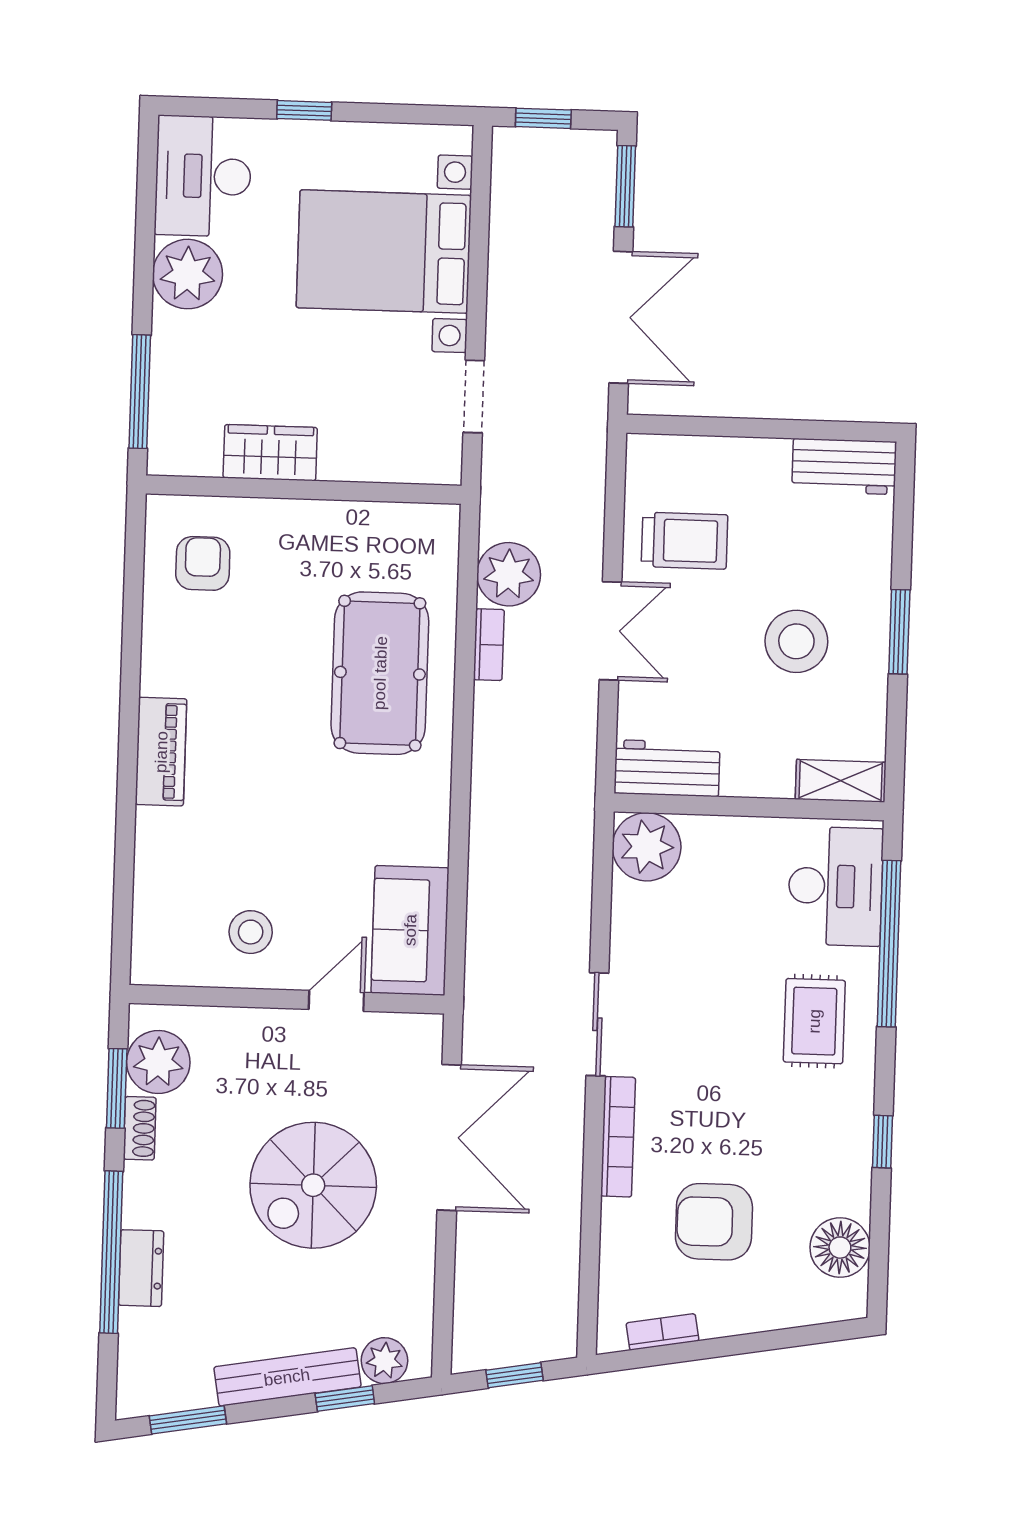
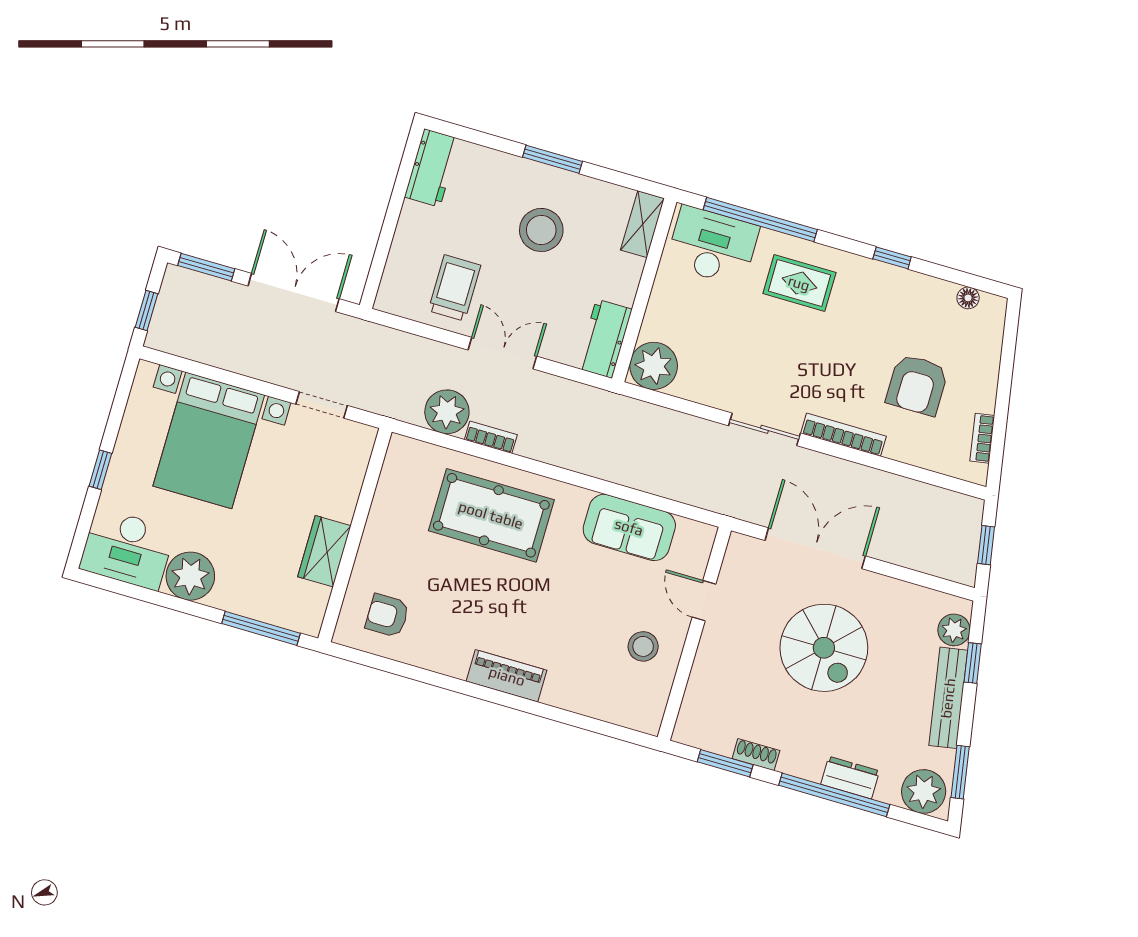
sofa: (410, 930) -> (629, 527), moved
plant: (158, 1062) -> (924, 791), moved
floor lamp: (840, 1248) -> (968, 298), width x0.53, depth x0.53

